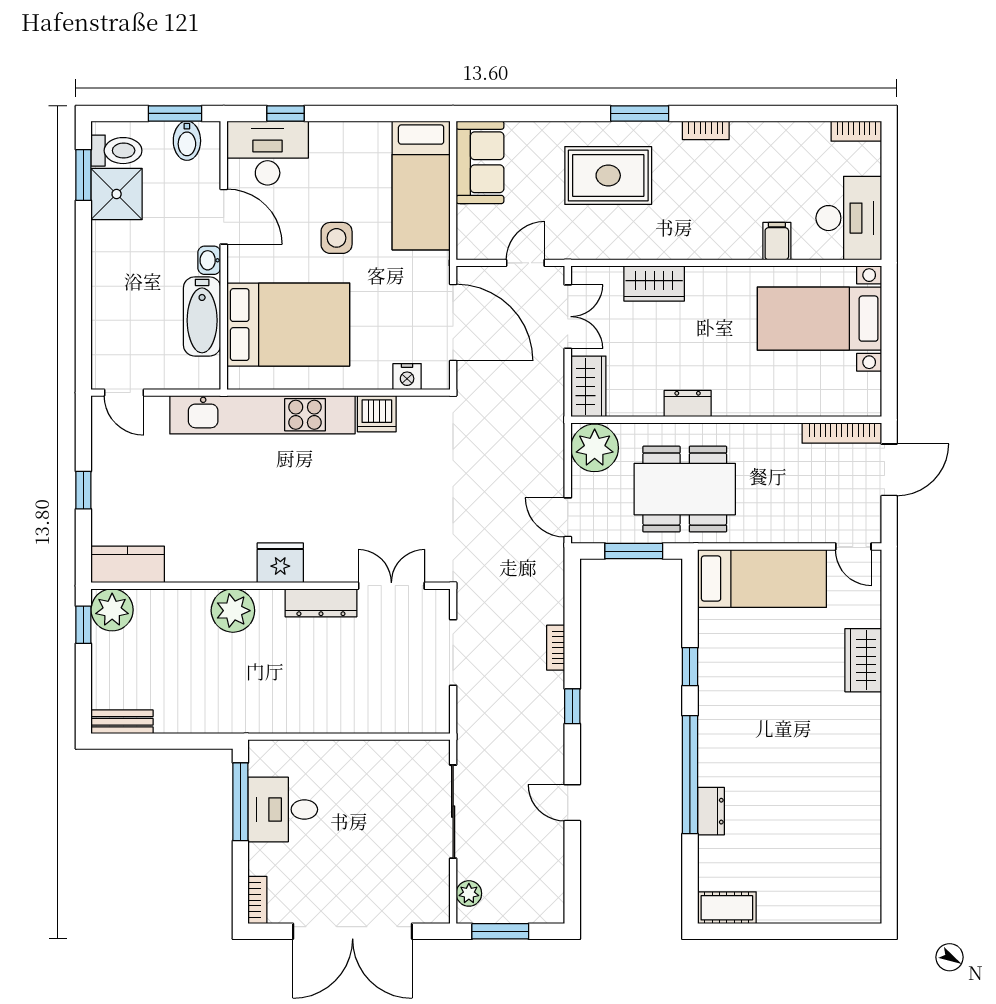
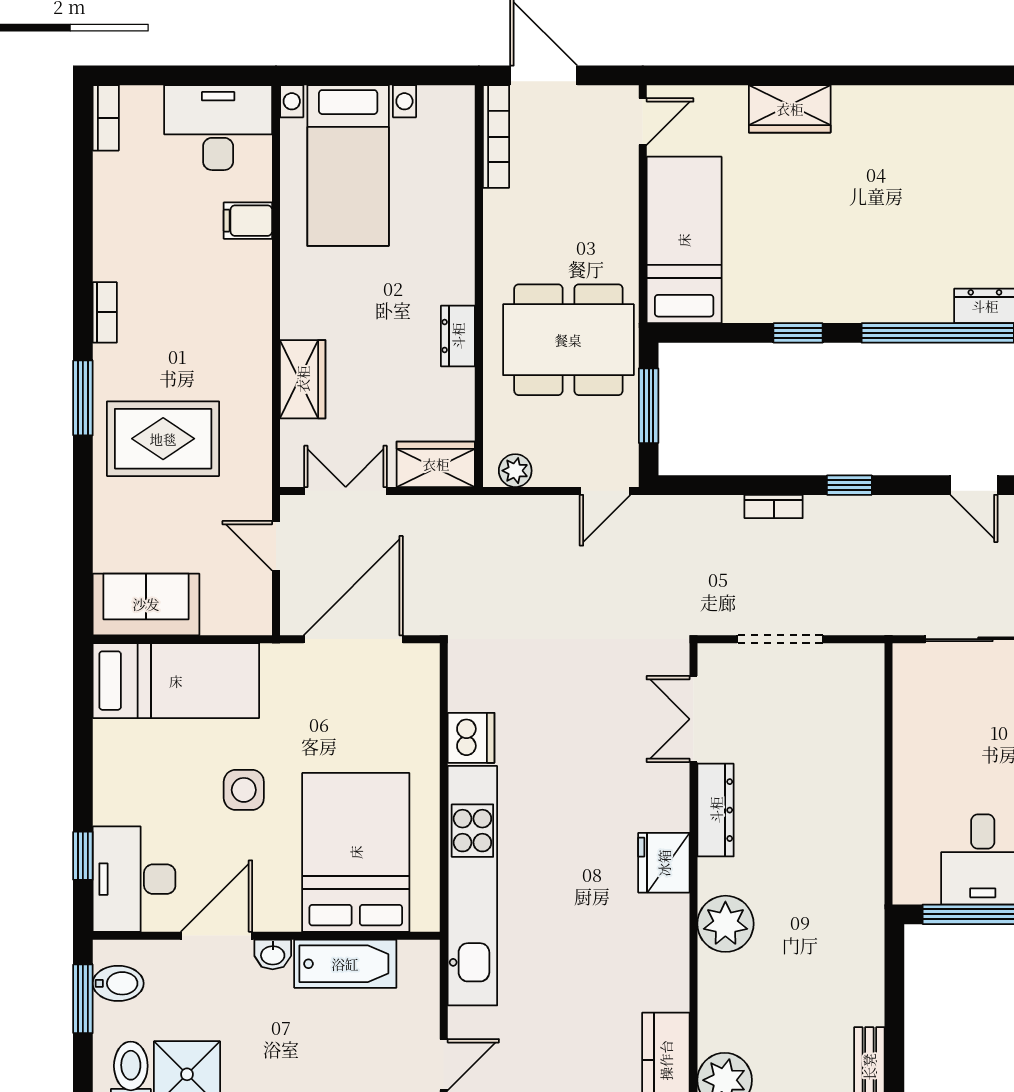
rug: (608, 175) -> (163, 439), turned 90
nightstand: (407, 377) -> (423, 699), removed
plant: (595, 448) -> (515, 471), width x0.53, depth x0.53
dining table: (685, 489) -> (568, 340), turned 90
door: (572, 803) -> (974, 485), hinge flipped

